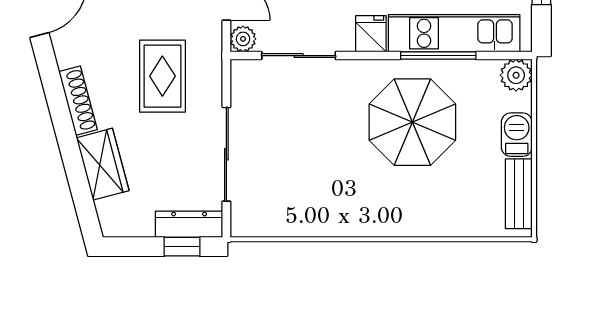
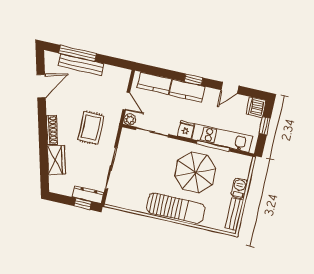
plant: (516, 75) -> (245, 162), removed
sun lounger: (388, 210) -> (176, 208), added

